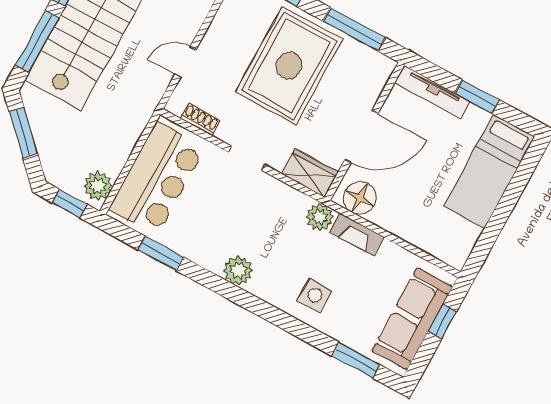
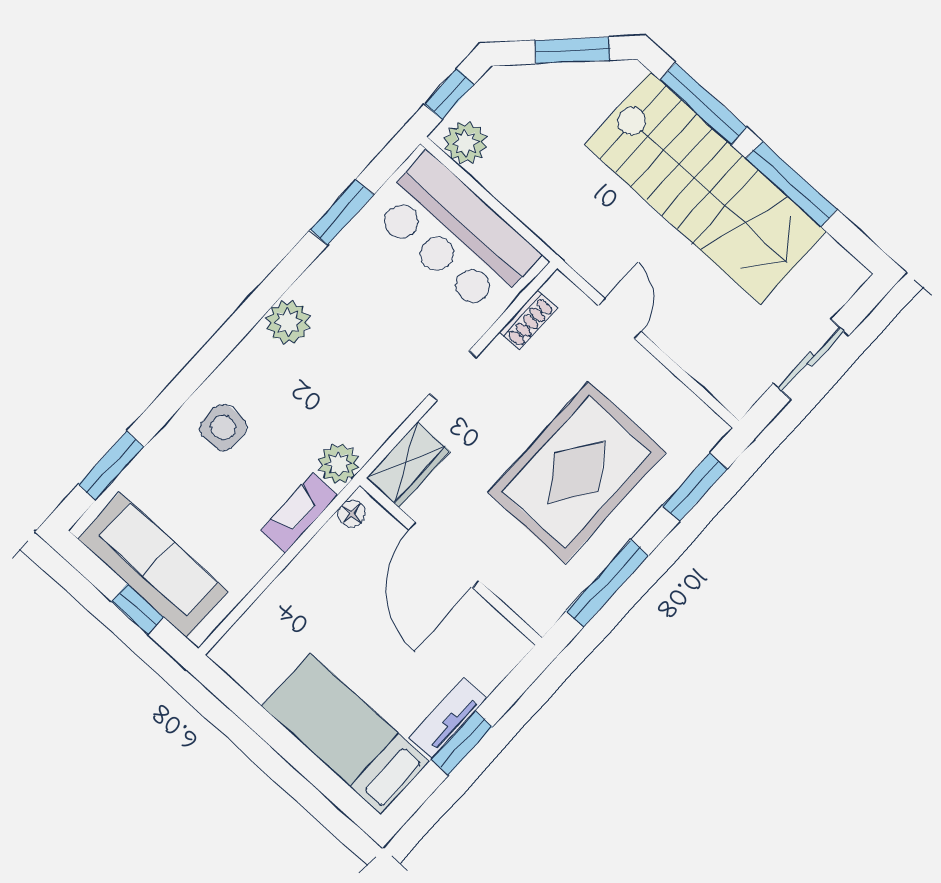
rug: (289, 66) -> (577, 472), turned 90
tv unit: (432, 92) -> (448, 718), moved, width x0.71
floor lamp: (360, 198) -> (352, 514), width x0.53, depth x0.53

